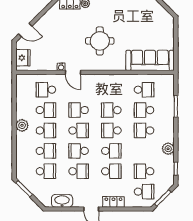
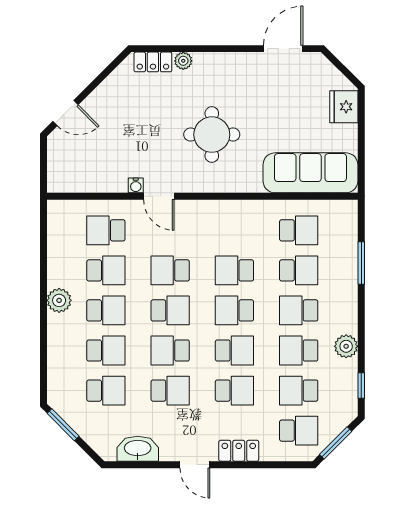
fridge: (23, 58) -> (344, 107), moved, turned 180
school desk: (144, 110) -> (299, 270), turned 180
school desk: (144, 151) -> (299, 351), added

